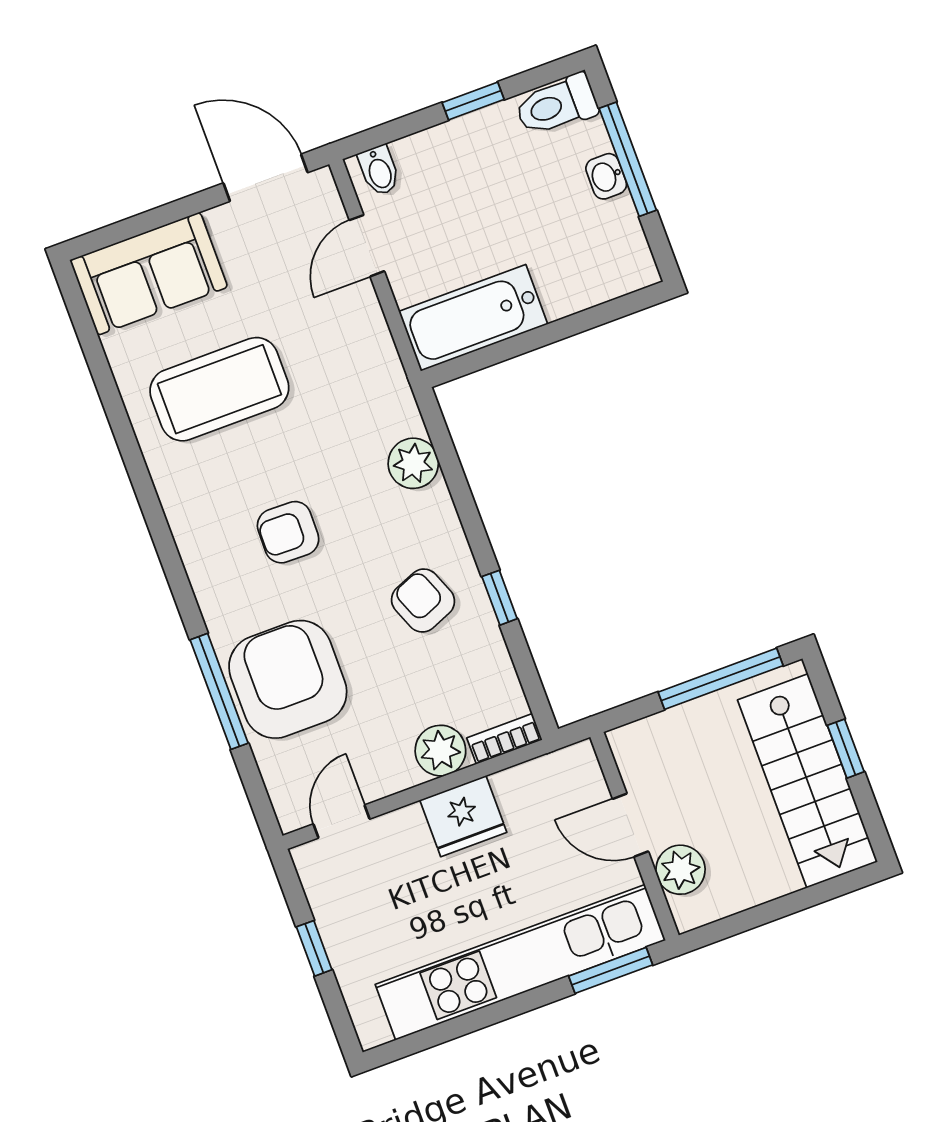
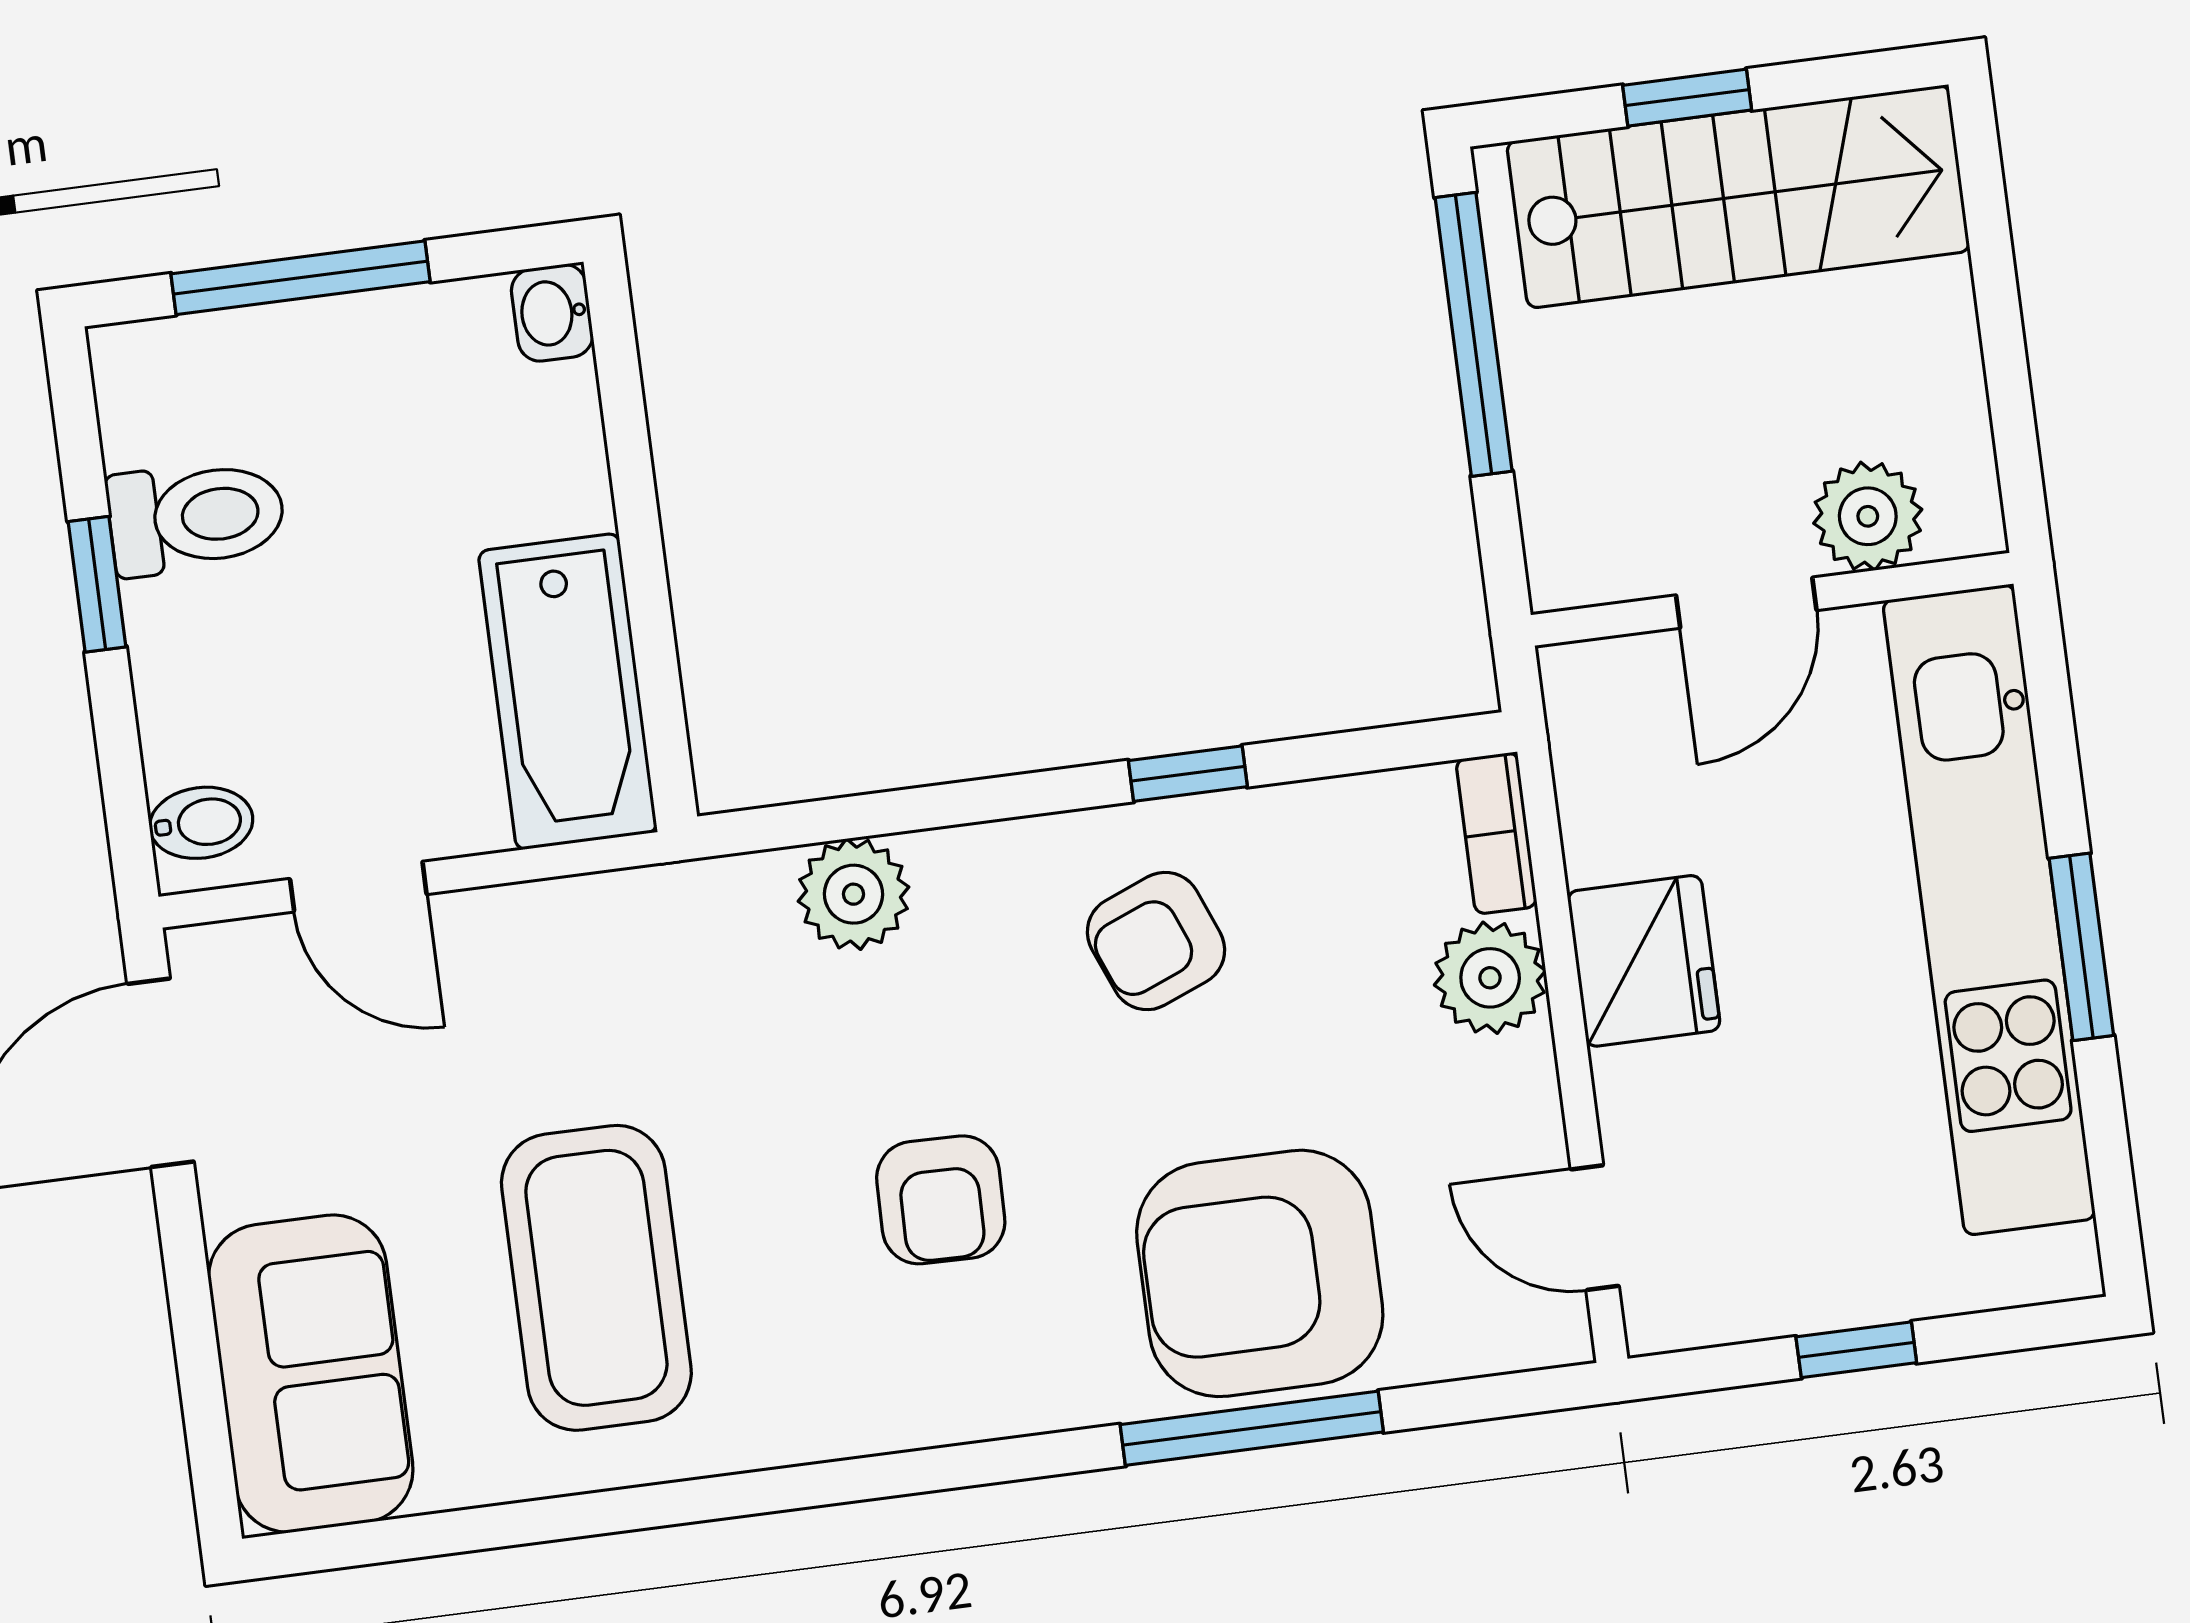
toilet: (556, 105) -> (196, 517), moved, turned -90
washbasin: (606, 176) -> (552, 313), moved, turned 90
window: (611, 970) -> (2081, 947), moved

